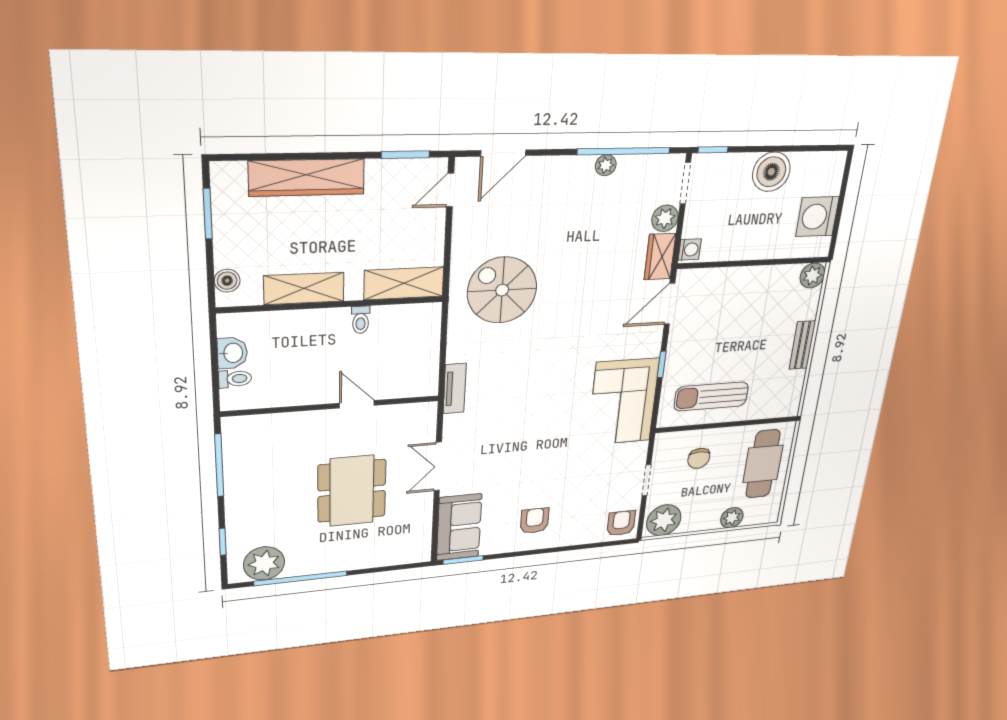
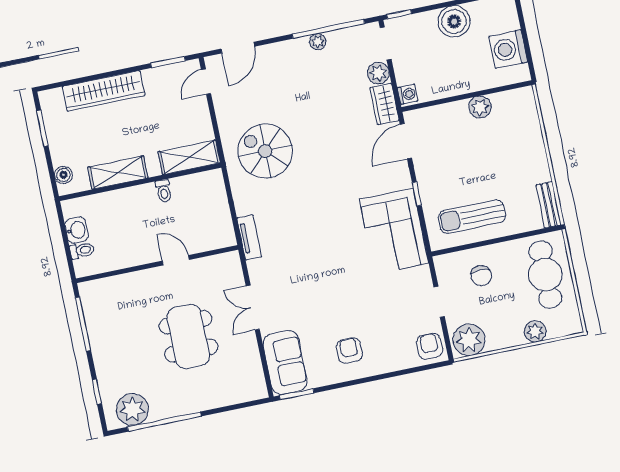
plant: (812, 276) -> (480, 107), moved
bench: (802, 345) -> (549, 205), moved

